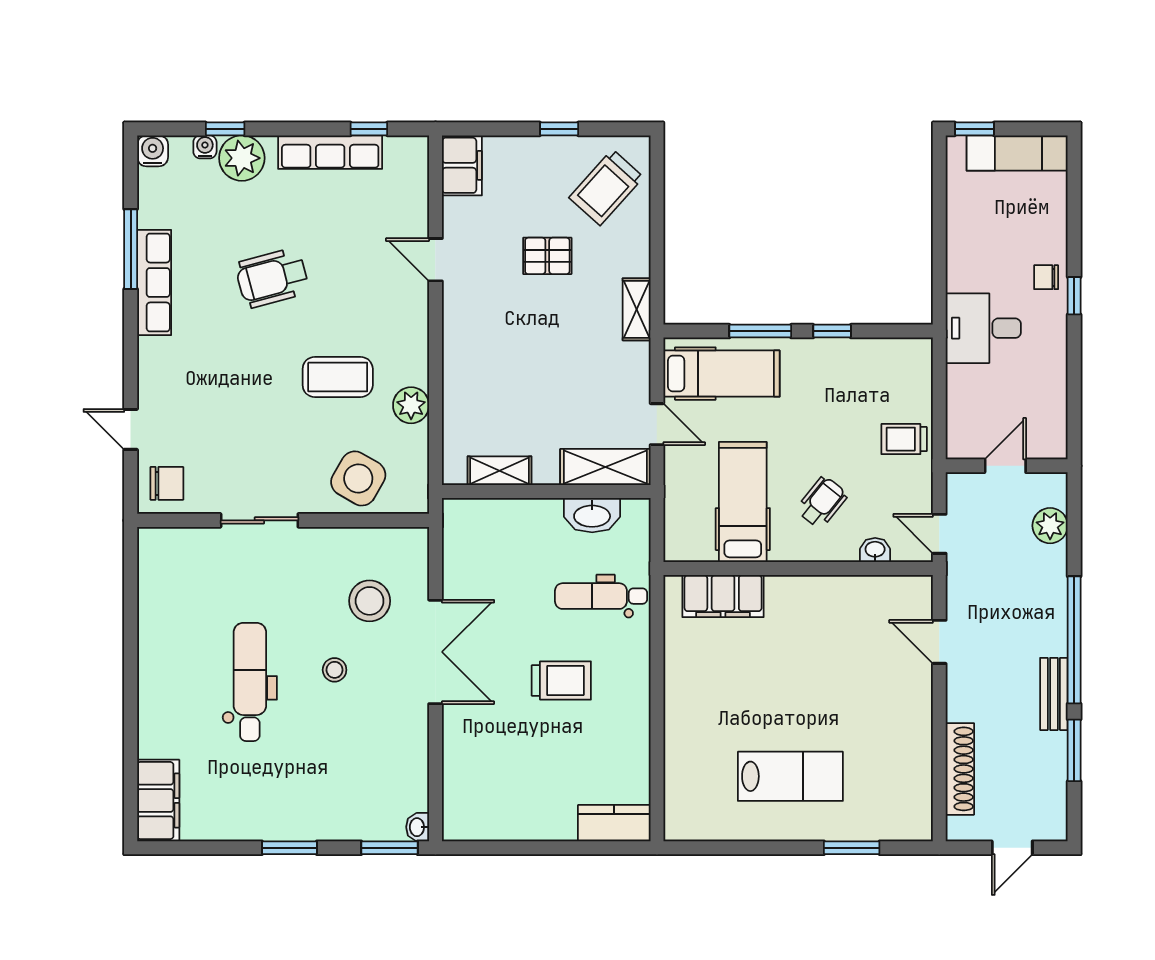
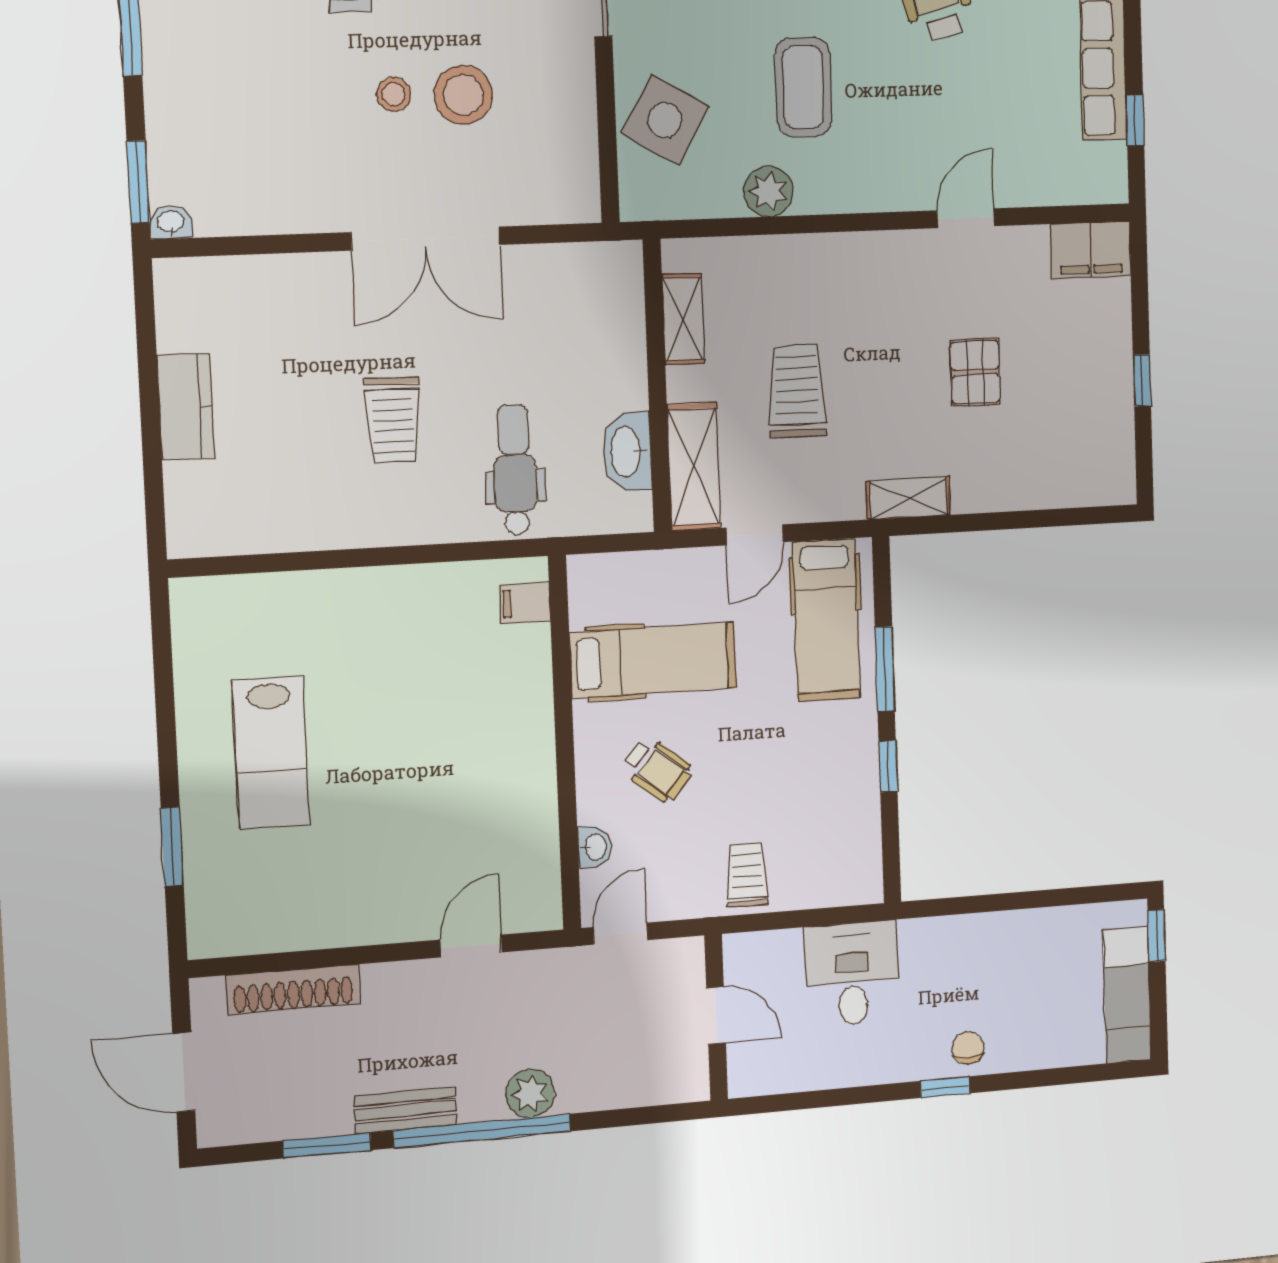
trolley: (606, 187) -> (797, 391), moved, turned 48
desk: (983, 328) -> (852, 974), moved
plant: (1050, 526) -> (530, 1093), moved
filing cabinet: (723, 596) -> (525, 603), width x0.33, depth x0.86
stool: (370, 601) -> (463, 95), moved
kitchen counter: (614, 823) -> (186, 407), moved
door: (1012, 848) -> (184, 1072), width x1.38

